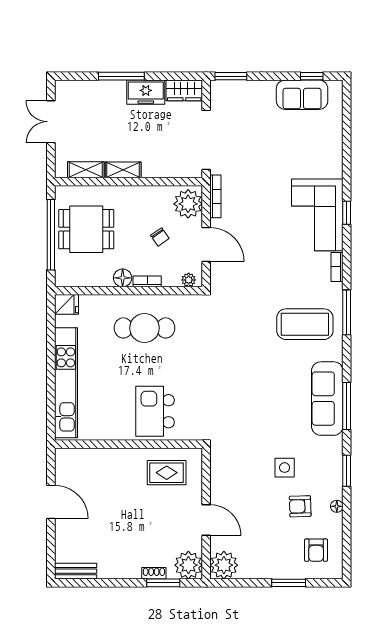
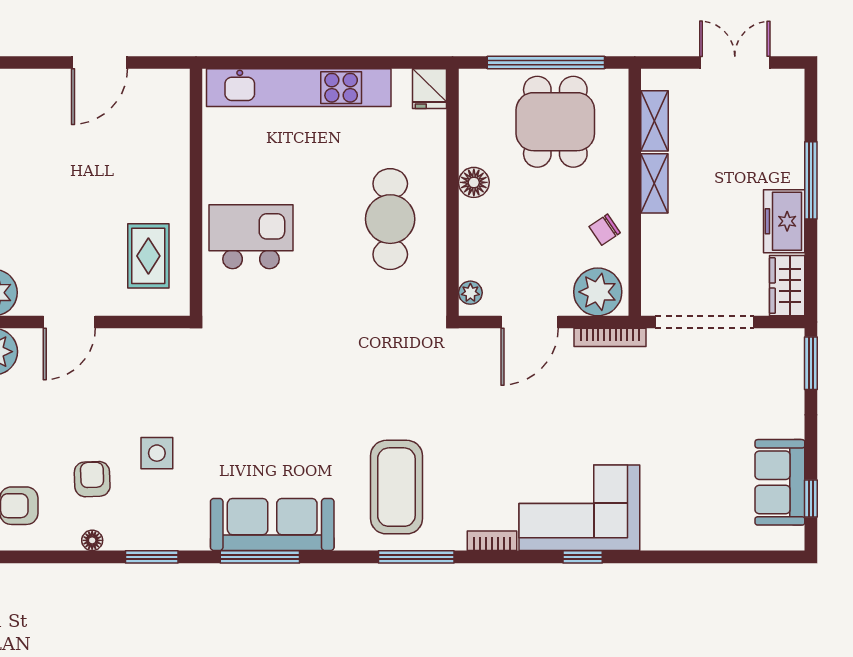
chair: (160, 237) -> (605, 230), moved
bookcase: (147, 281) -> (468, 224), removed

